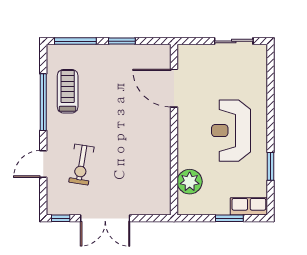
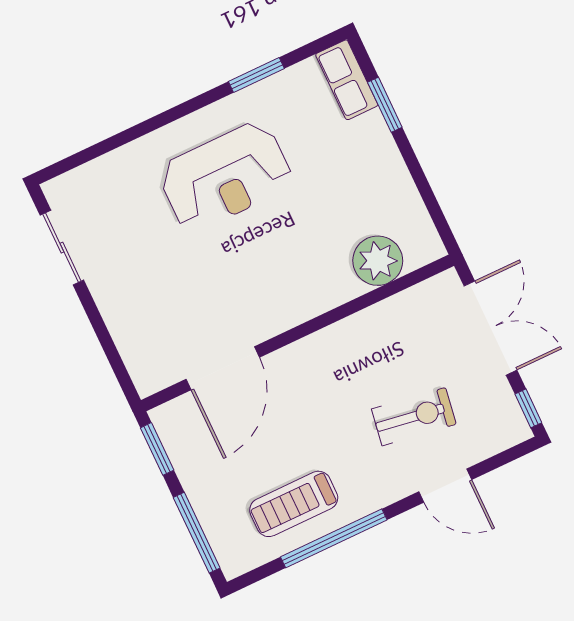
door: (174, 88) -> (223, 368), moved
wall: (174, 130) -> (297, 333), moved
plant: (190, 182) -> (378, 261), moved

